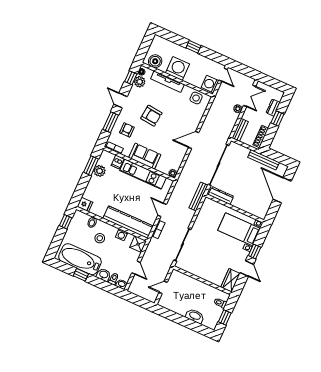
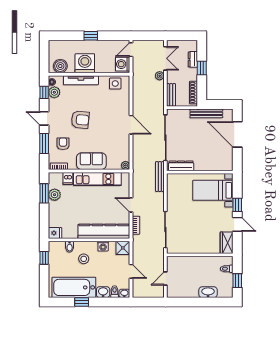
door: (223, 75) -> (131, 50), swing flipped
door: (194, 140) -> (131, 125), swing flipped

